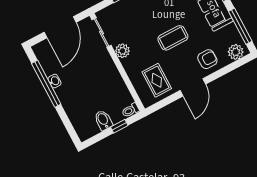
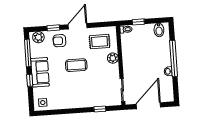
plant: (122, 51) -> (113, 58), moved
window: (222, 72) -> (53, 28), added
rug: (157, 80) -> (100, 42), turned 90
window: (46, 84) -> (174, 58), moved
bidet: (103, 120) -> (159, 30), moved

